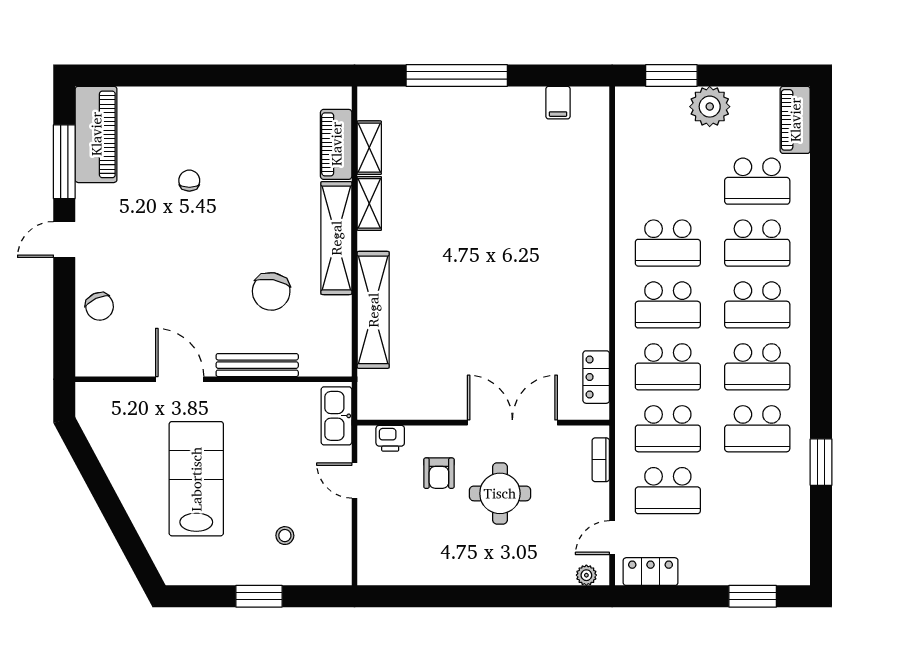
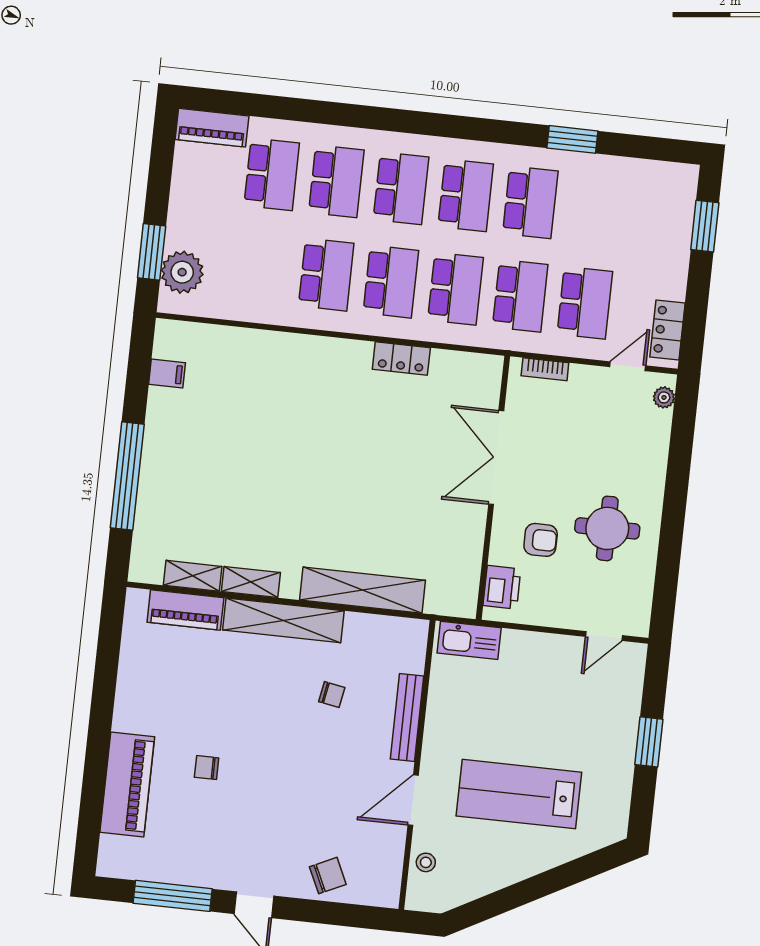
plant: (710, 107) -> (182, 272), moved
piano: (96, 134) -> (127, 784), moved, turned 90
chair: (271, 291) -> (332, 695), width x0.54, depth x0.54
locker: (596, 377) -> (401, 359), moved
printer: (390, 438) -> (502, 587), width x1.36, depth x1.24
door: (355, 480) -> (604, 636), moved
round table: (500, 493) -> (607, 528), moved
stool: (285, 536) -> (426, 862), moved
door: (612, 538) -> (628, 366), swing flipped

